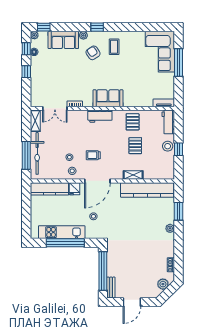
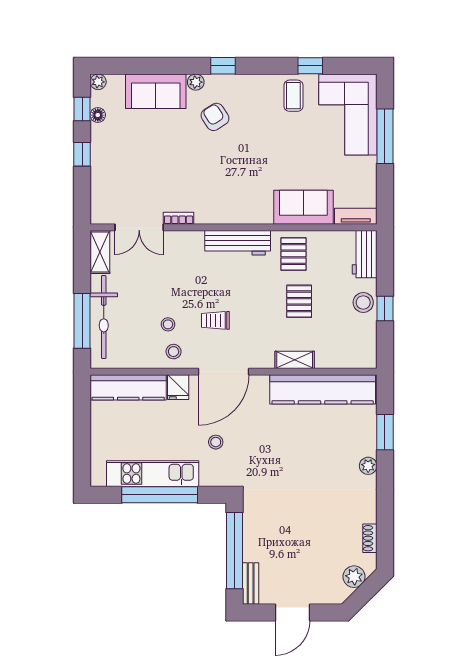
window: (44, 27) -> (310, 66), moved
coffee table: (114, 47) -> (293, 96), moved
sofa: (108, 98) -> (303, 207), moved
workbench: (100, 116) -> (238, 243), width x1.38

